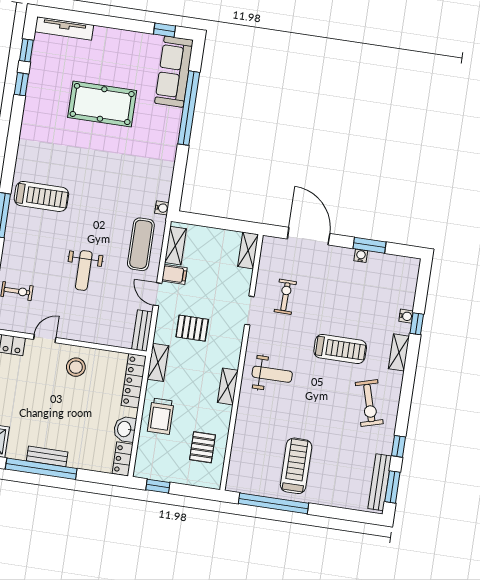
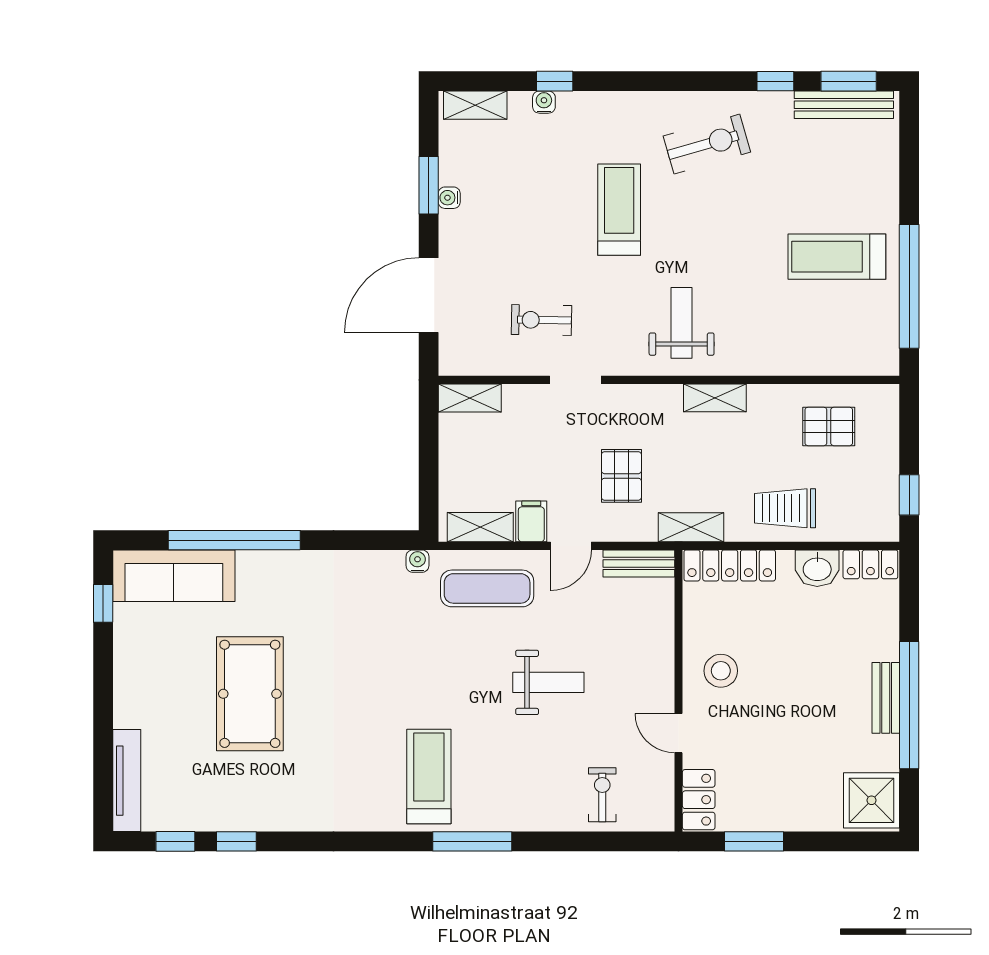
shelving: (399, 352) -> (475, 105), moved
trolley: (161, 416) -> (785, 508), turned 180

